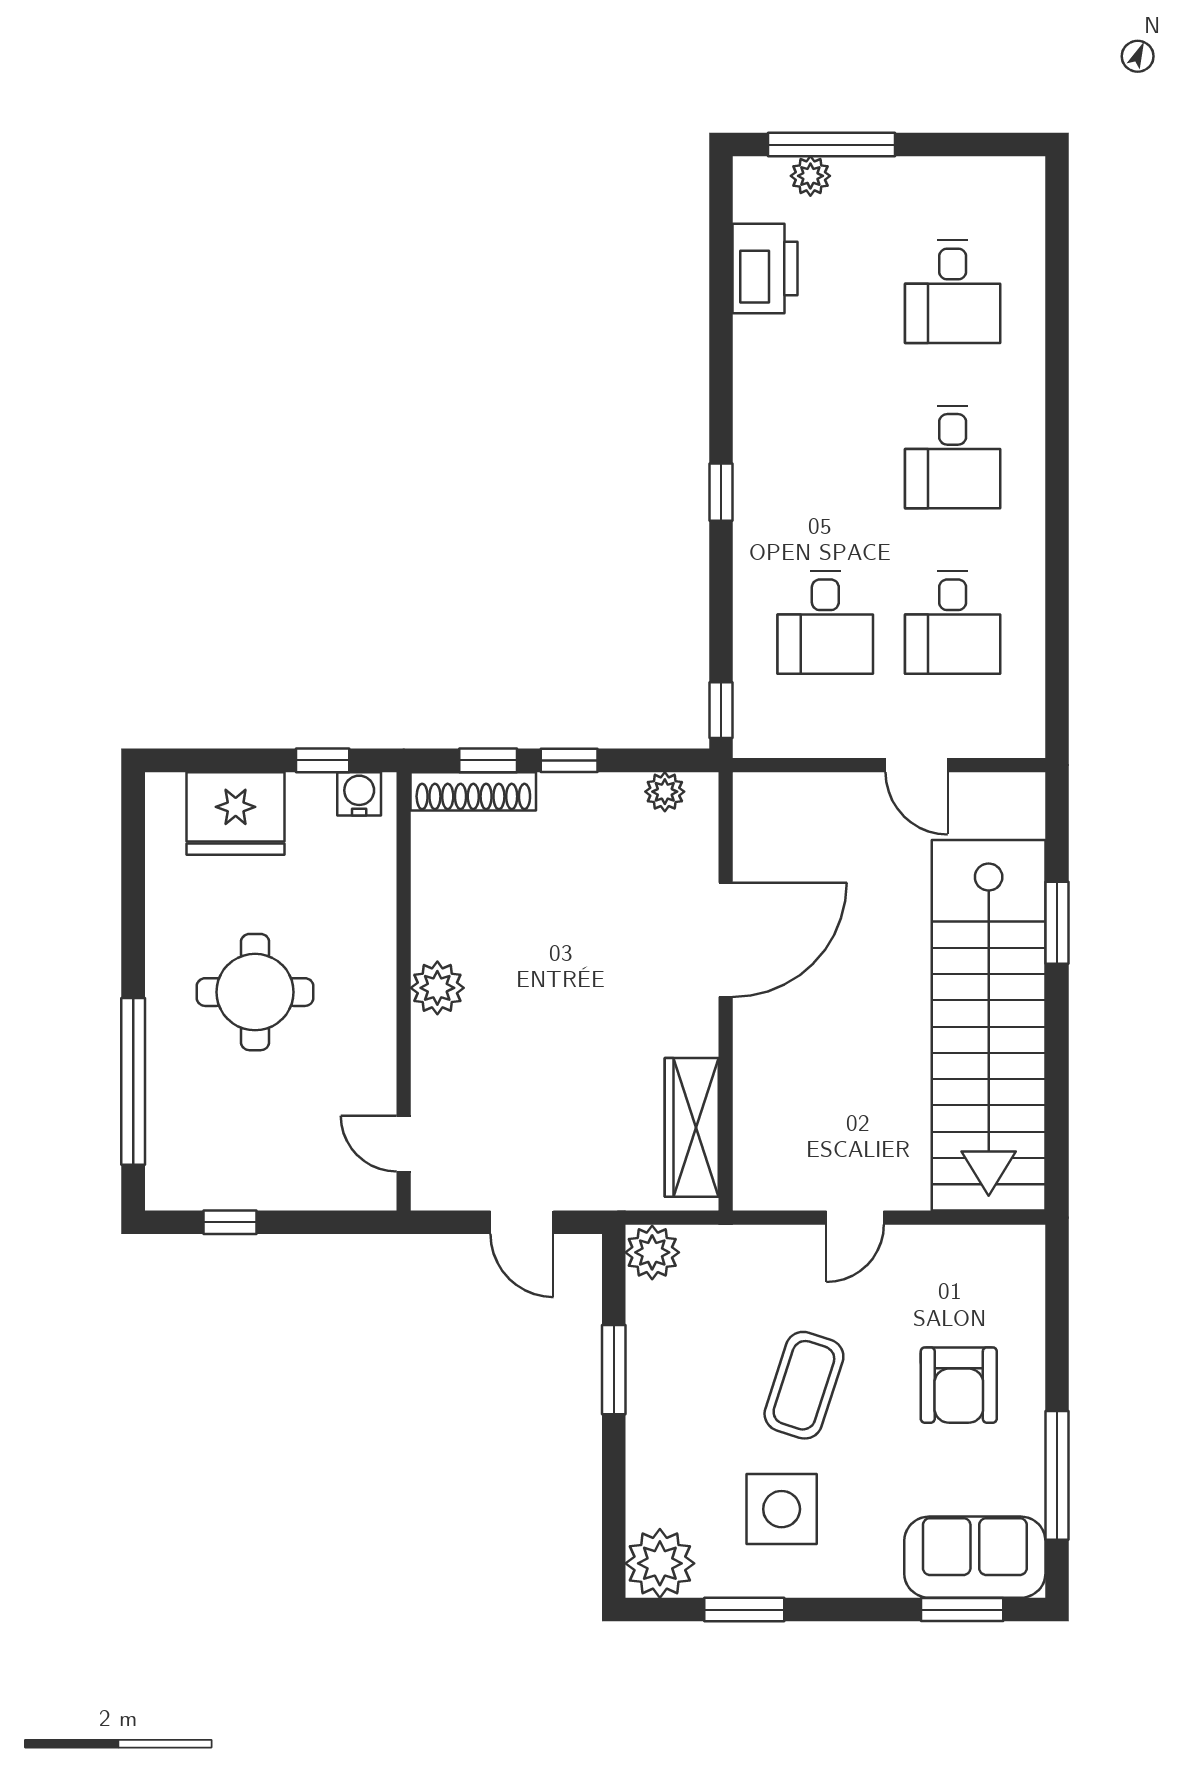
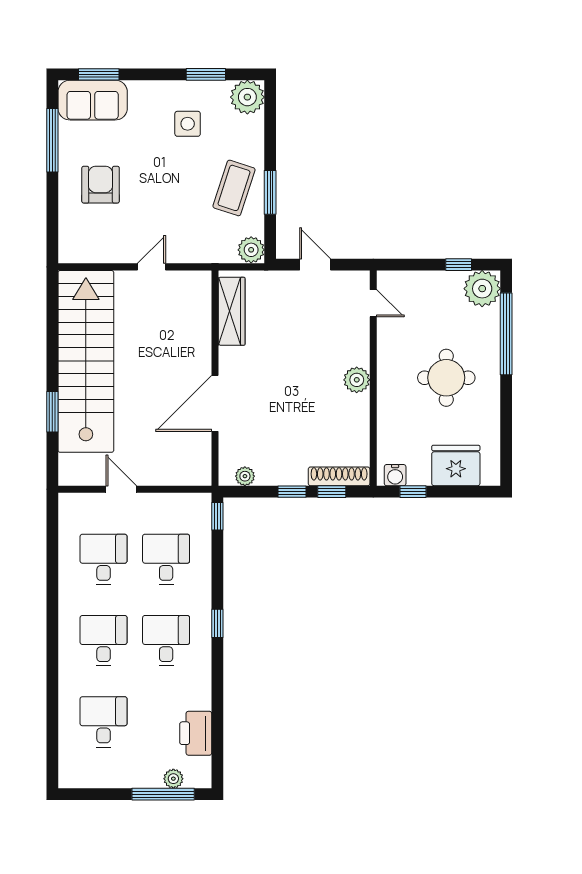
desk: (825, 457) -> (166, 641), added
plant: (182, 1173) -> (482, 289), added
coffee table: (804, 1385) -> (234, 188), moved
side table: (782, 1509) -> (188, 124), width x0.73, depth x0.73

